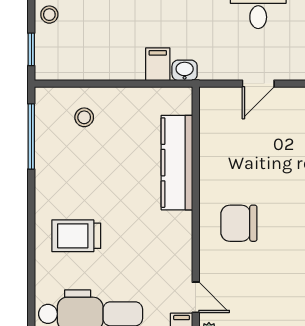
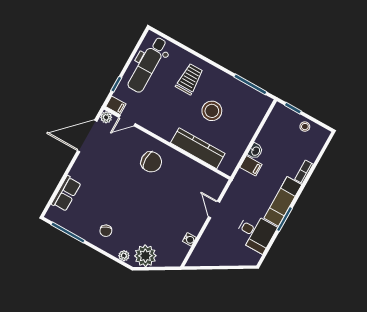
washbasin: (185, 70) -> (255, 151), moved
stool: (84, 117) -> (212, 111), moved, width x1.89, depth x1.89
chair: (239, 223) -> (151, 162), turned 90

